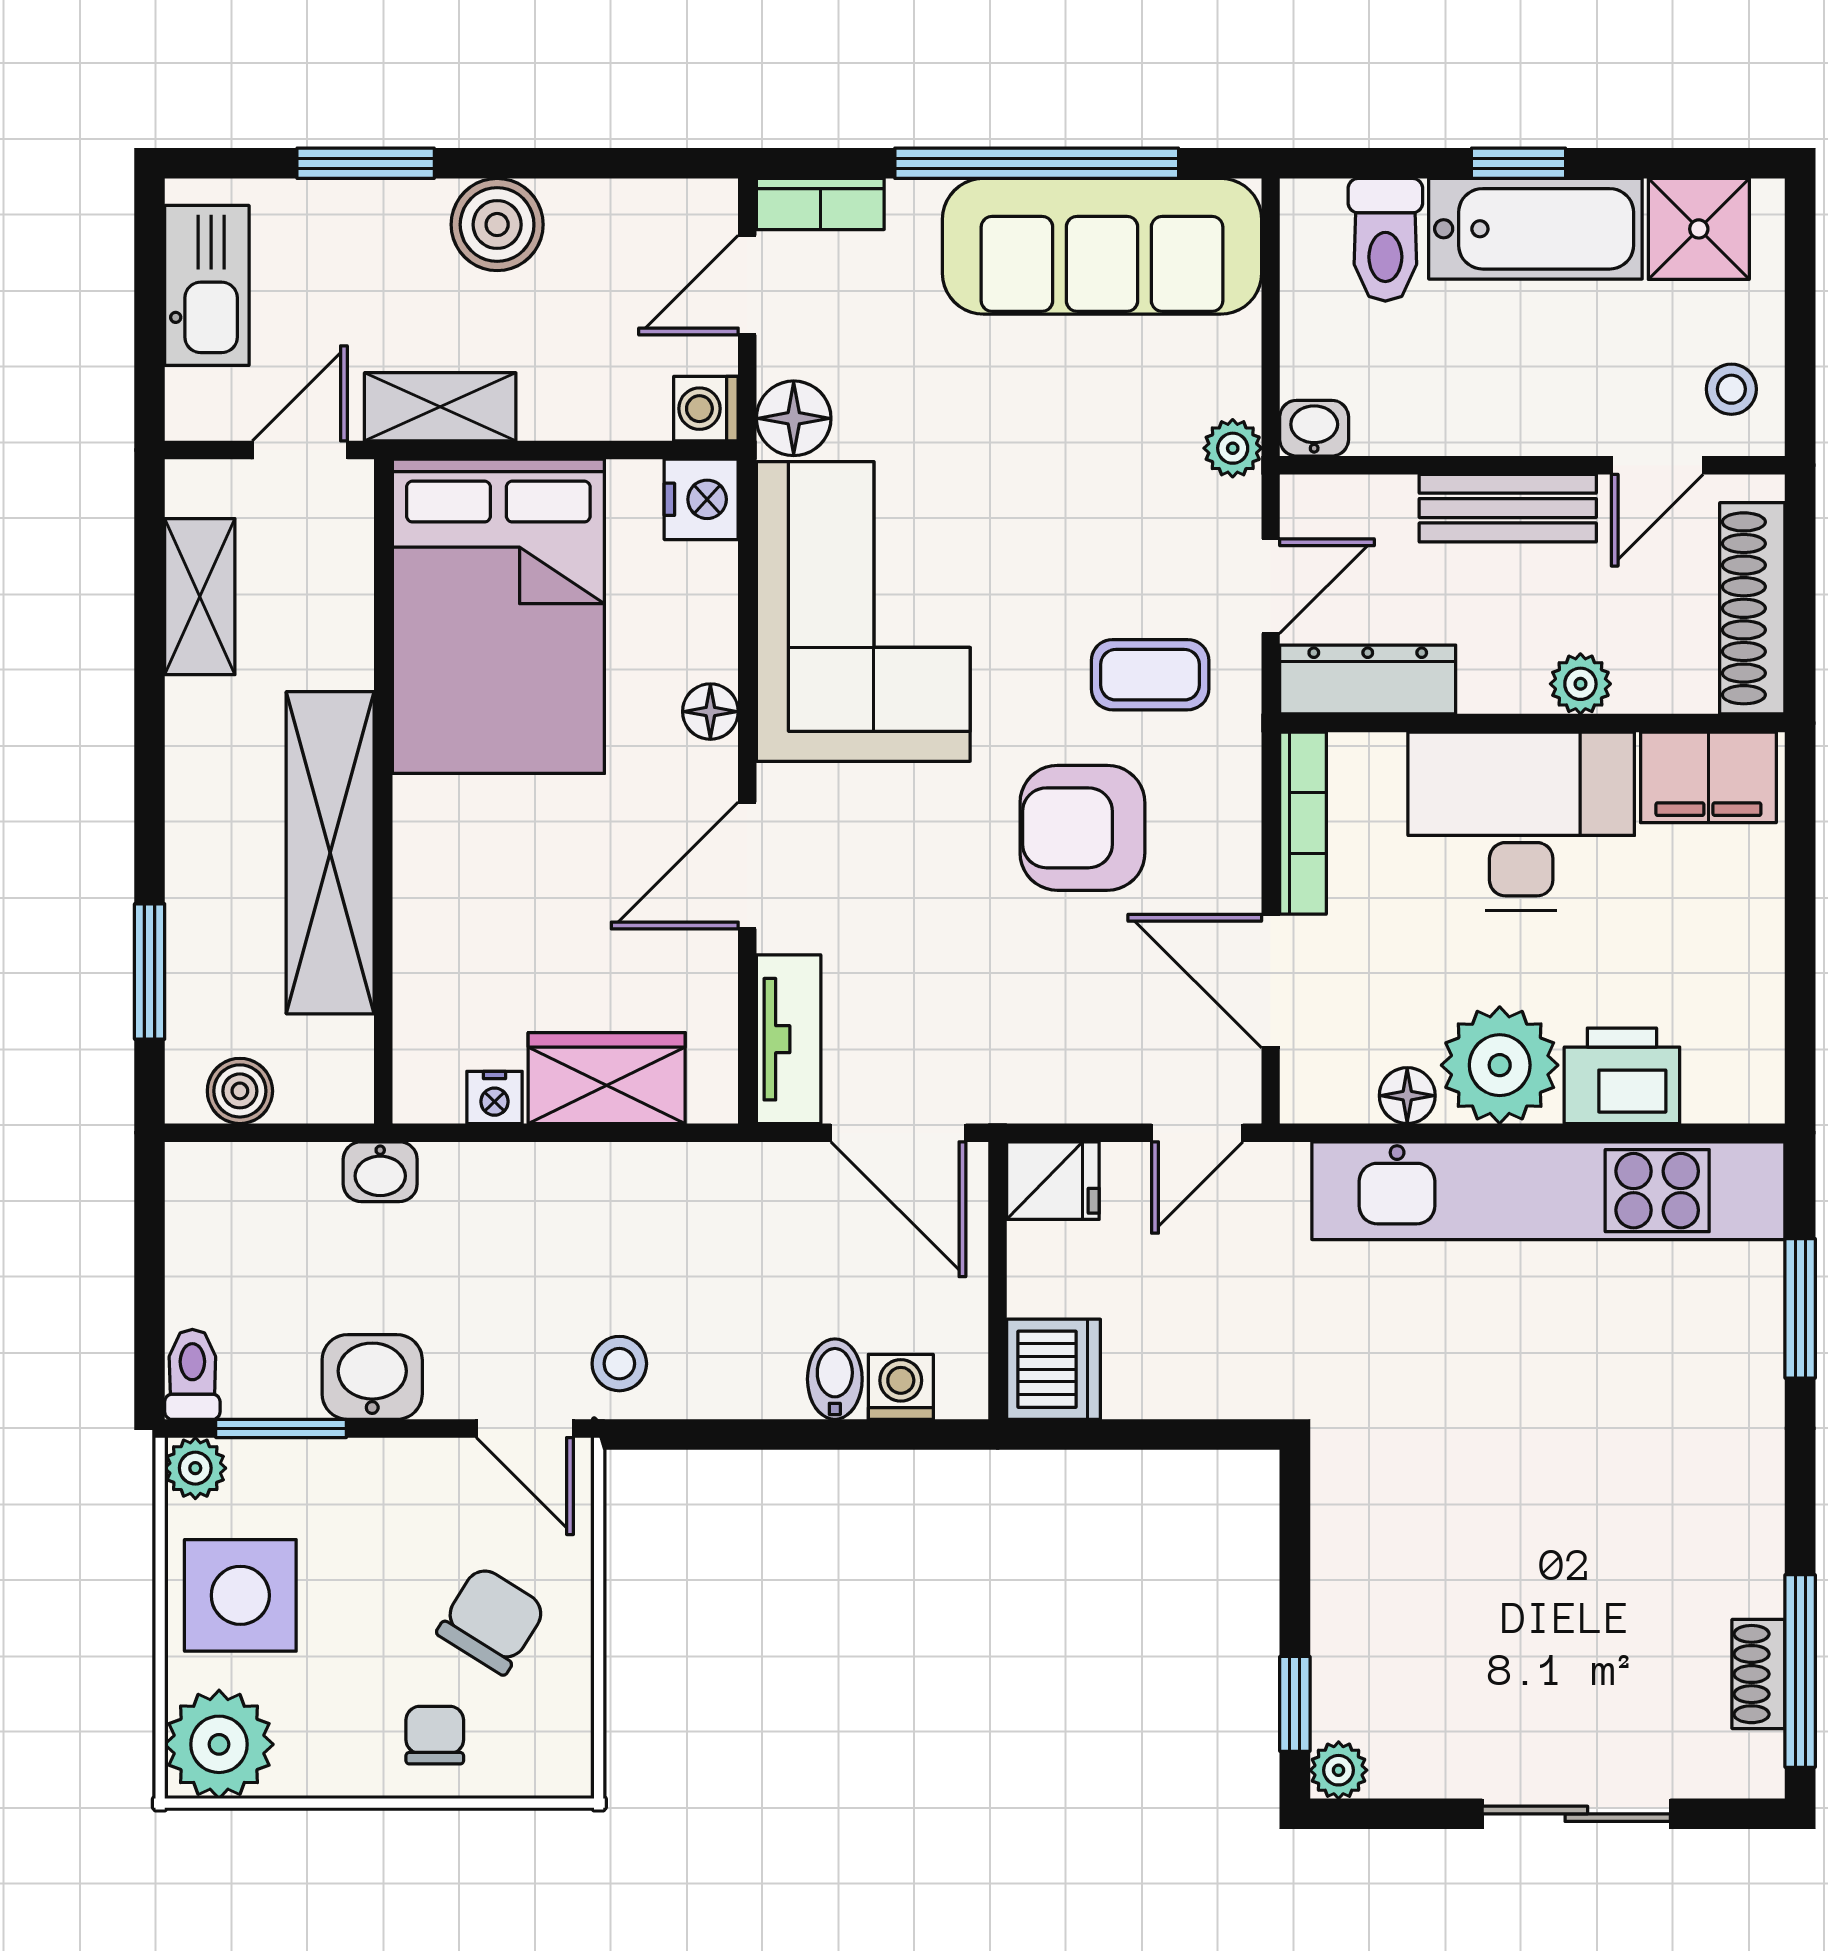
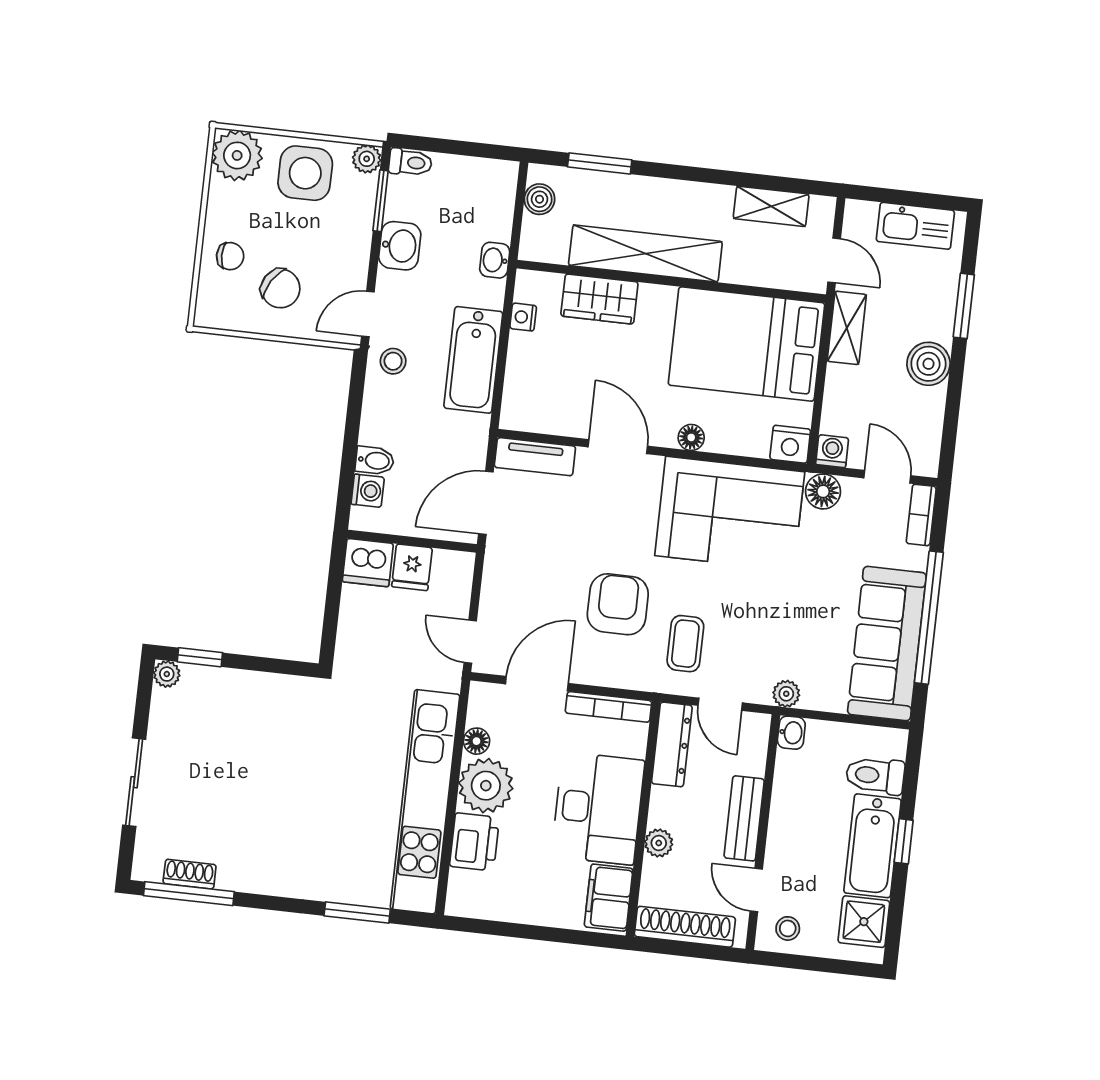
wardrobe: (607, 1078) -> (599, 299), moved, turned 90
fridge: (1053, 1181) -> (412, 567), moved
bathtub: (597, 1193) -> (473, 360), added

